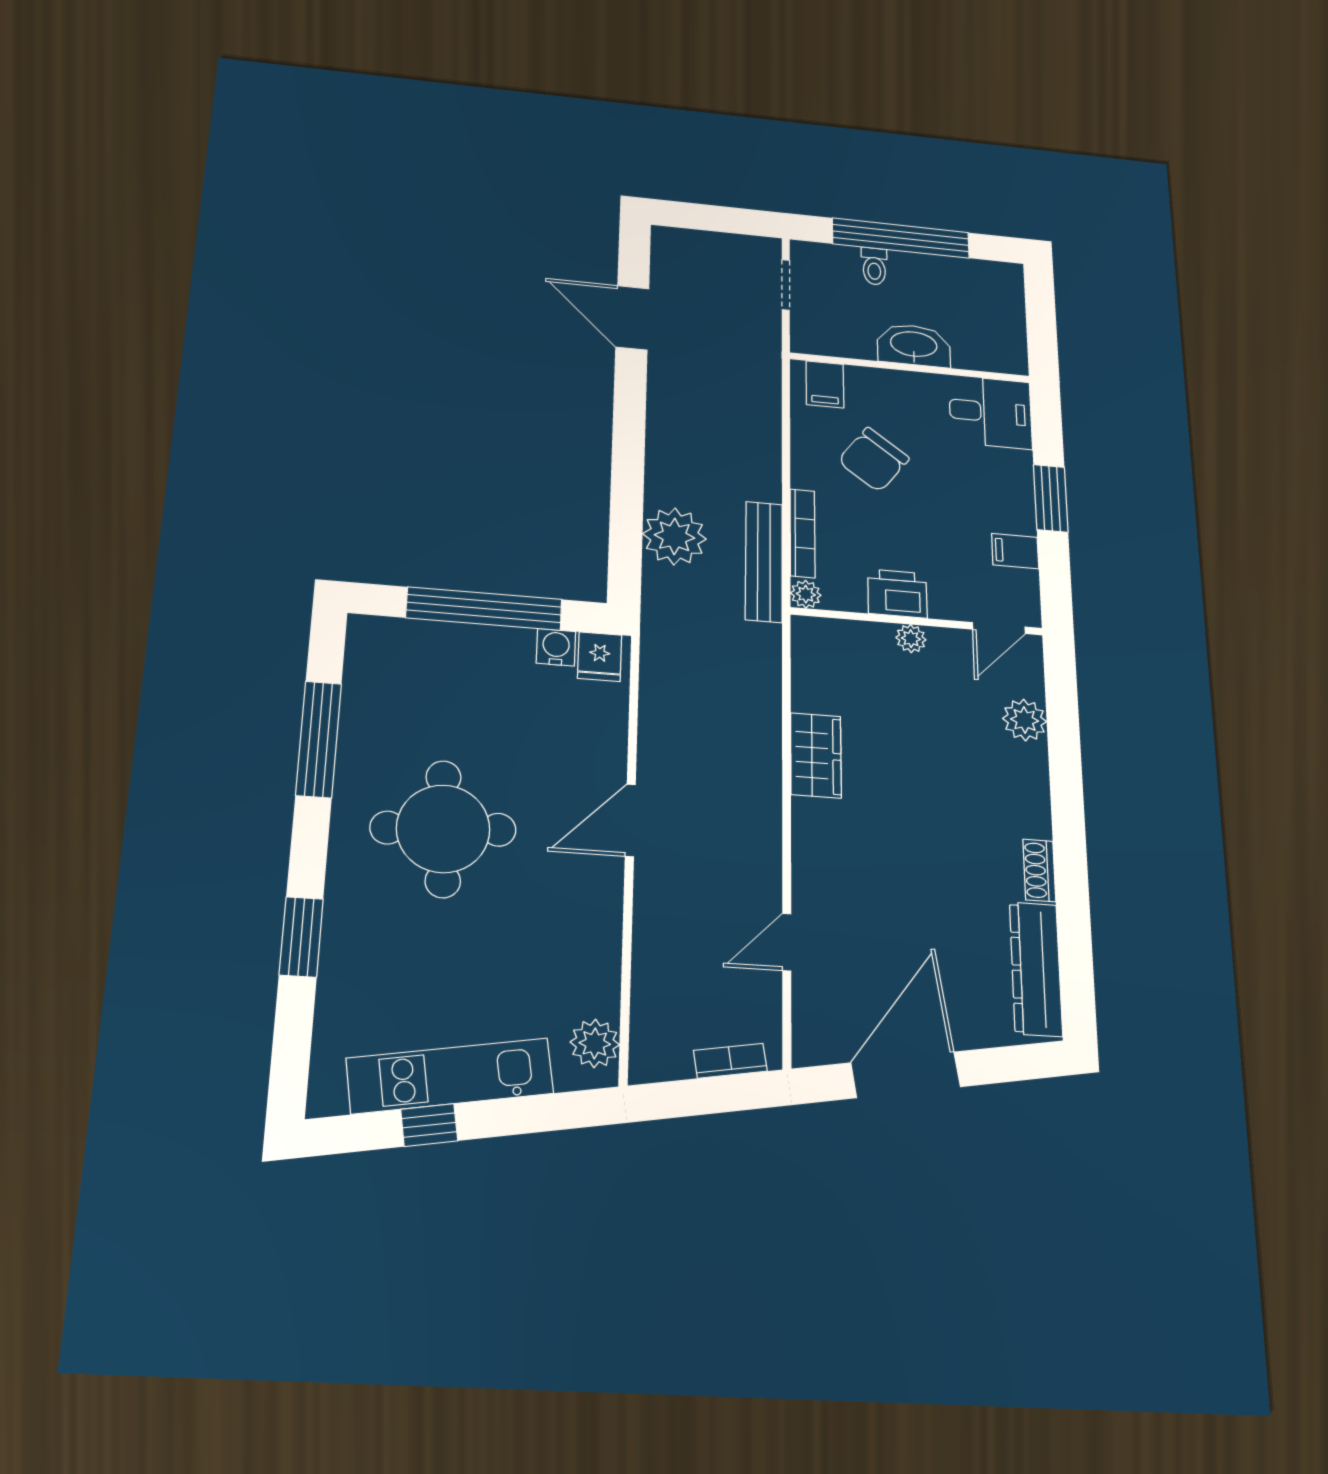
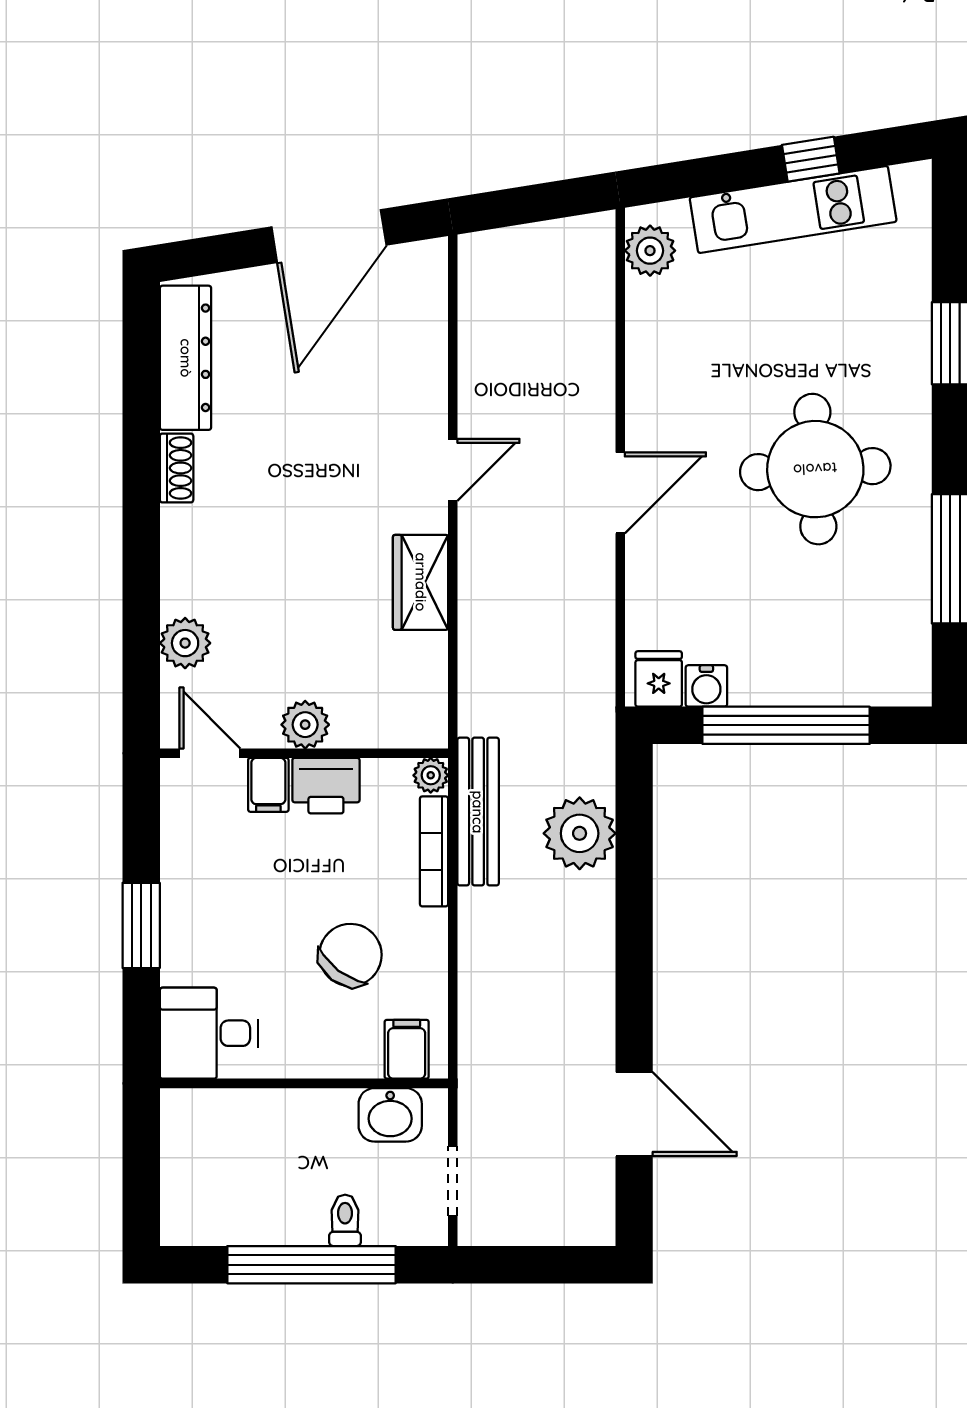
washbasin: (914, 345) -> (390, 1115), moved, width x0.72
filing cabinet: (1015, 551) -> (268, 785), moved, turned 90
door: (999, 628) -> (210, 753), hinge flipped
plant: (911, 639) -> (305, 725), width x1.38, depth x1.38
door: (787, 942) -> (453, 470), moved
bookcase: (730, 1061) -> (511, 241), removed

